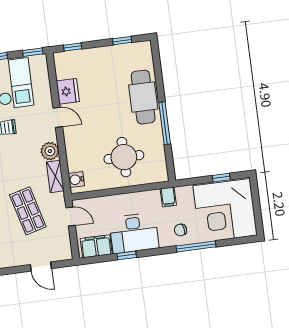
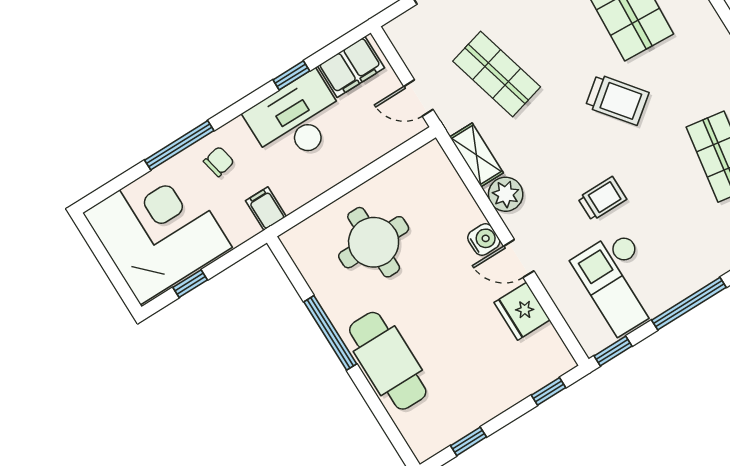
water cooler: (76, 180) -> (484, 239), moved

